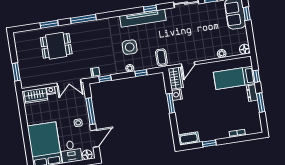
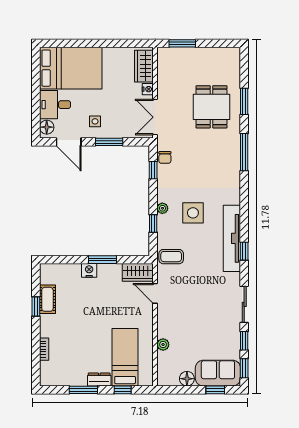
floor lamp: (245, 49) -> (187, 379), moved
nightstand: (177, 95) -> (89, 270), moved
window: (91, 111) -> (109, 142), width x0.69
cot: (189, 139) -> (47, 299), moved

